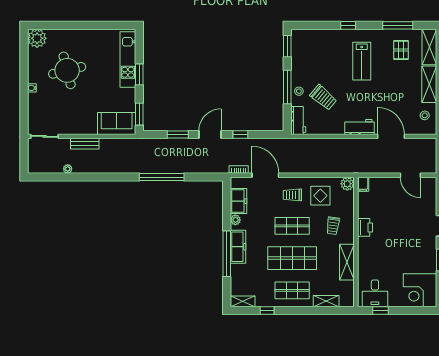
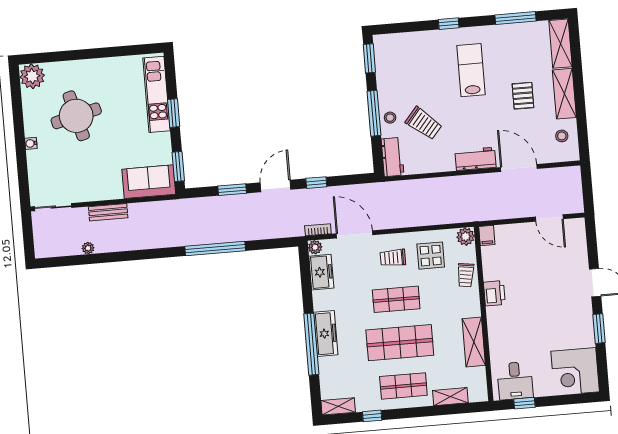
pallet: (401, 50) -> (523, 96), moved
lab bench: (362, 61) -> (471, 70), turned 180
plant: (235, 220) -> (315, 247), moved
trolley: (333, 226) -> (466, 275), moved

